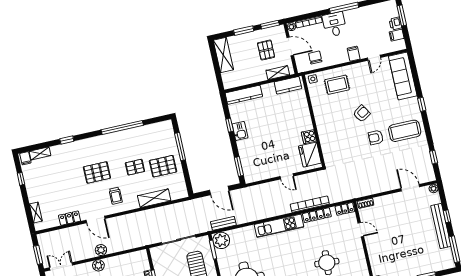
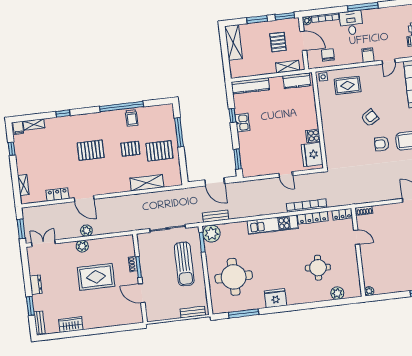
trolley: (116, 196) -> (132, 118), moved

